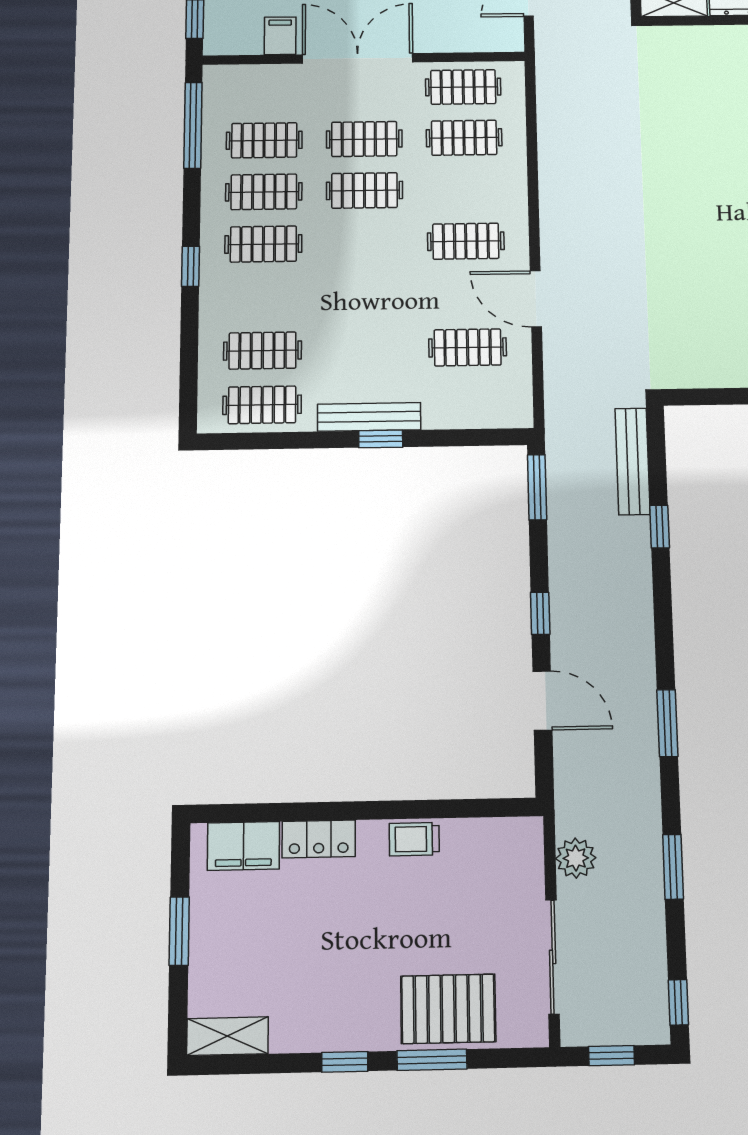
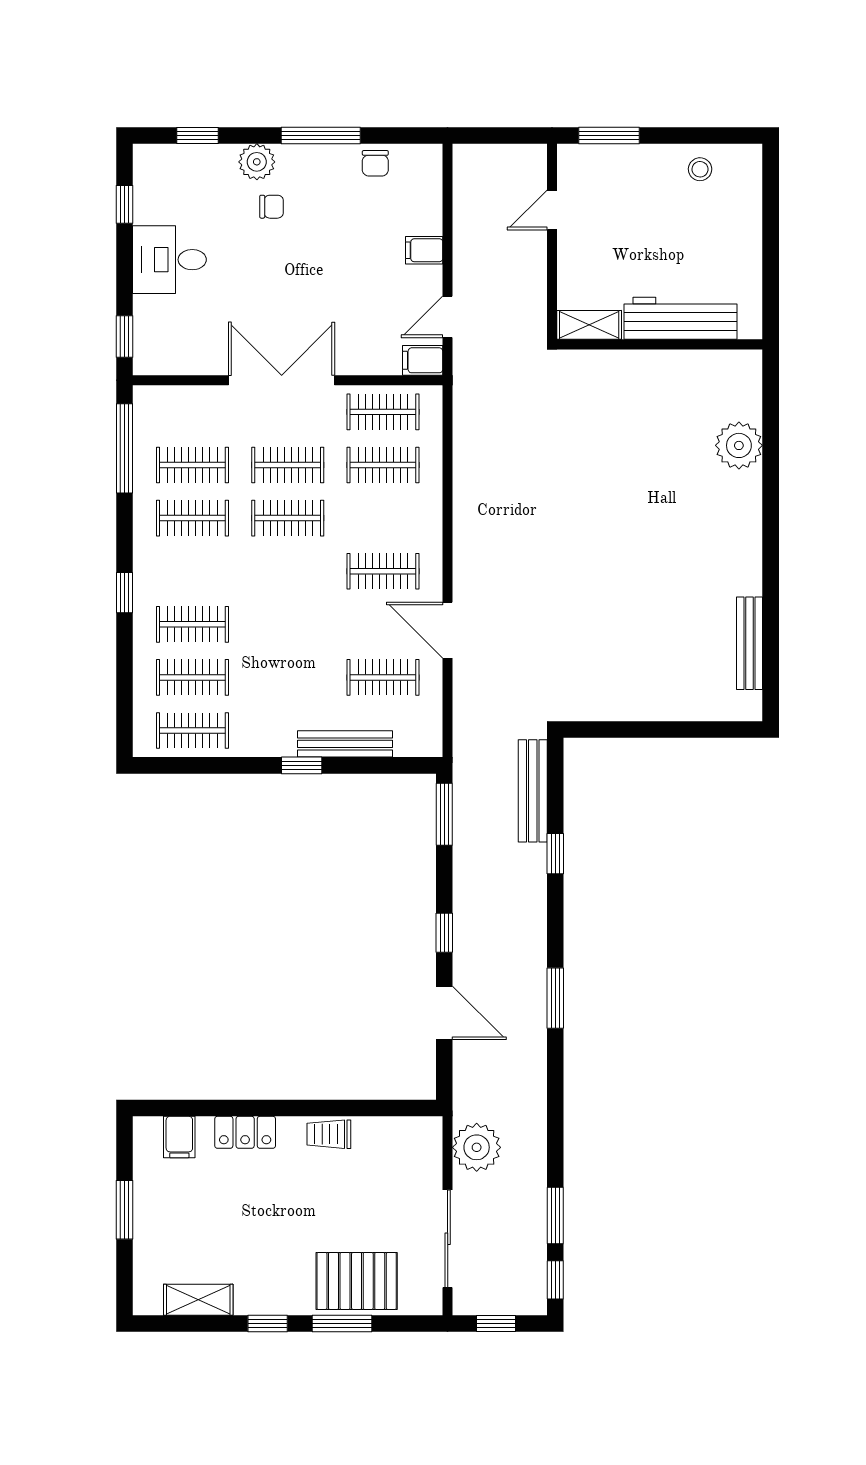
filing cabinet: (280, 36) -> (423, 360), moved, turned -90
clothes rail: (263, 244) -> (192, 624), moved
bench: (369, 417) -> (345, 744), moved
window: (667, 723) -> (555, 998), moved
filing cabinet: (243, 846) -> (179, 1137), width x0.50
plant: (576, 858) -> (477, 1147), width x1.36, depth x1.36
window: (673, 867) -> (555, 1215), moved
shelving: (227, 1036) -> (198, 1300), moved

